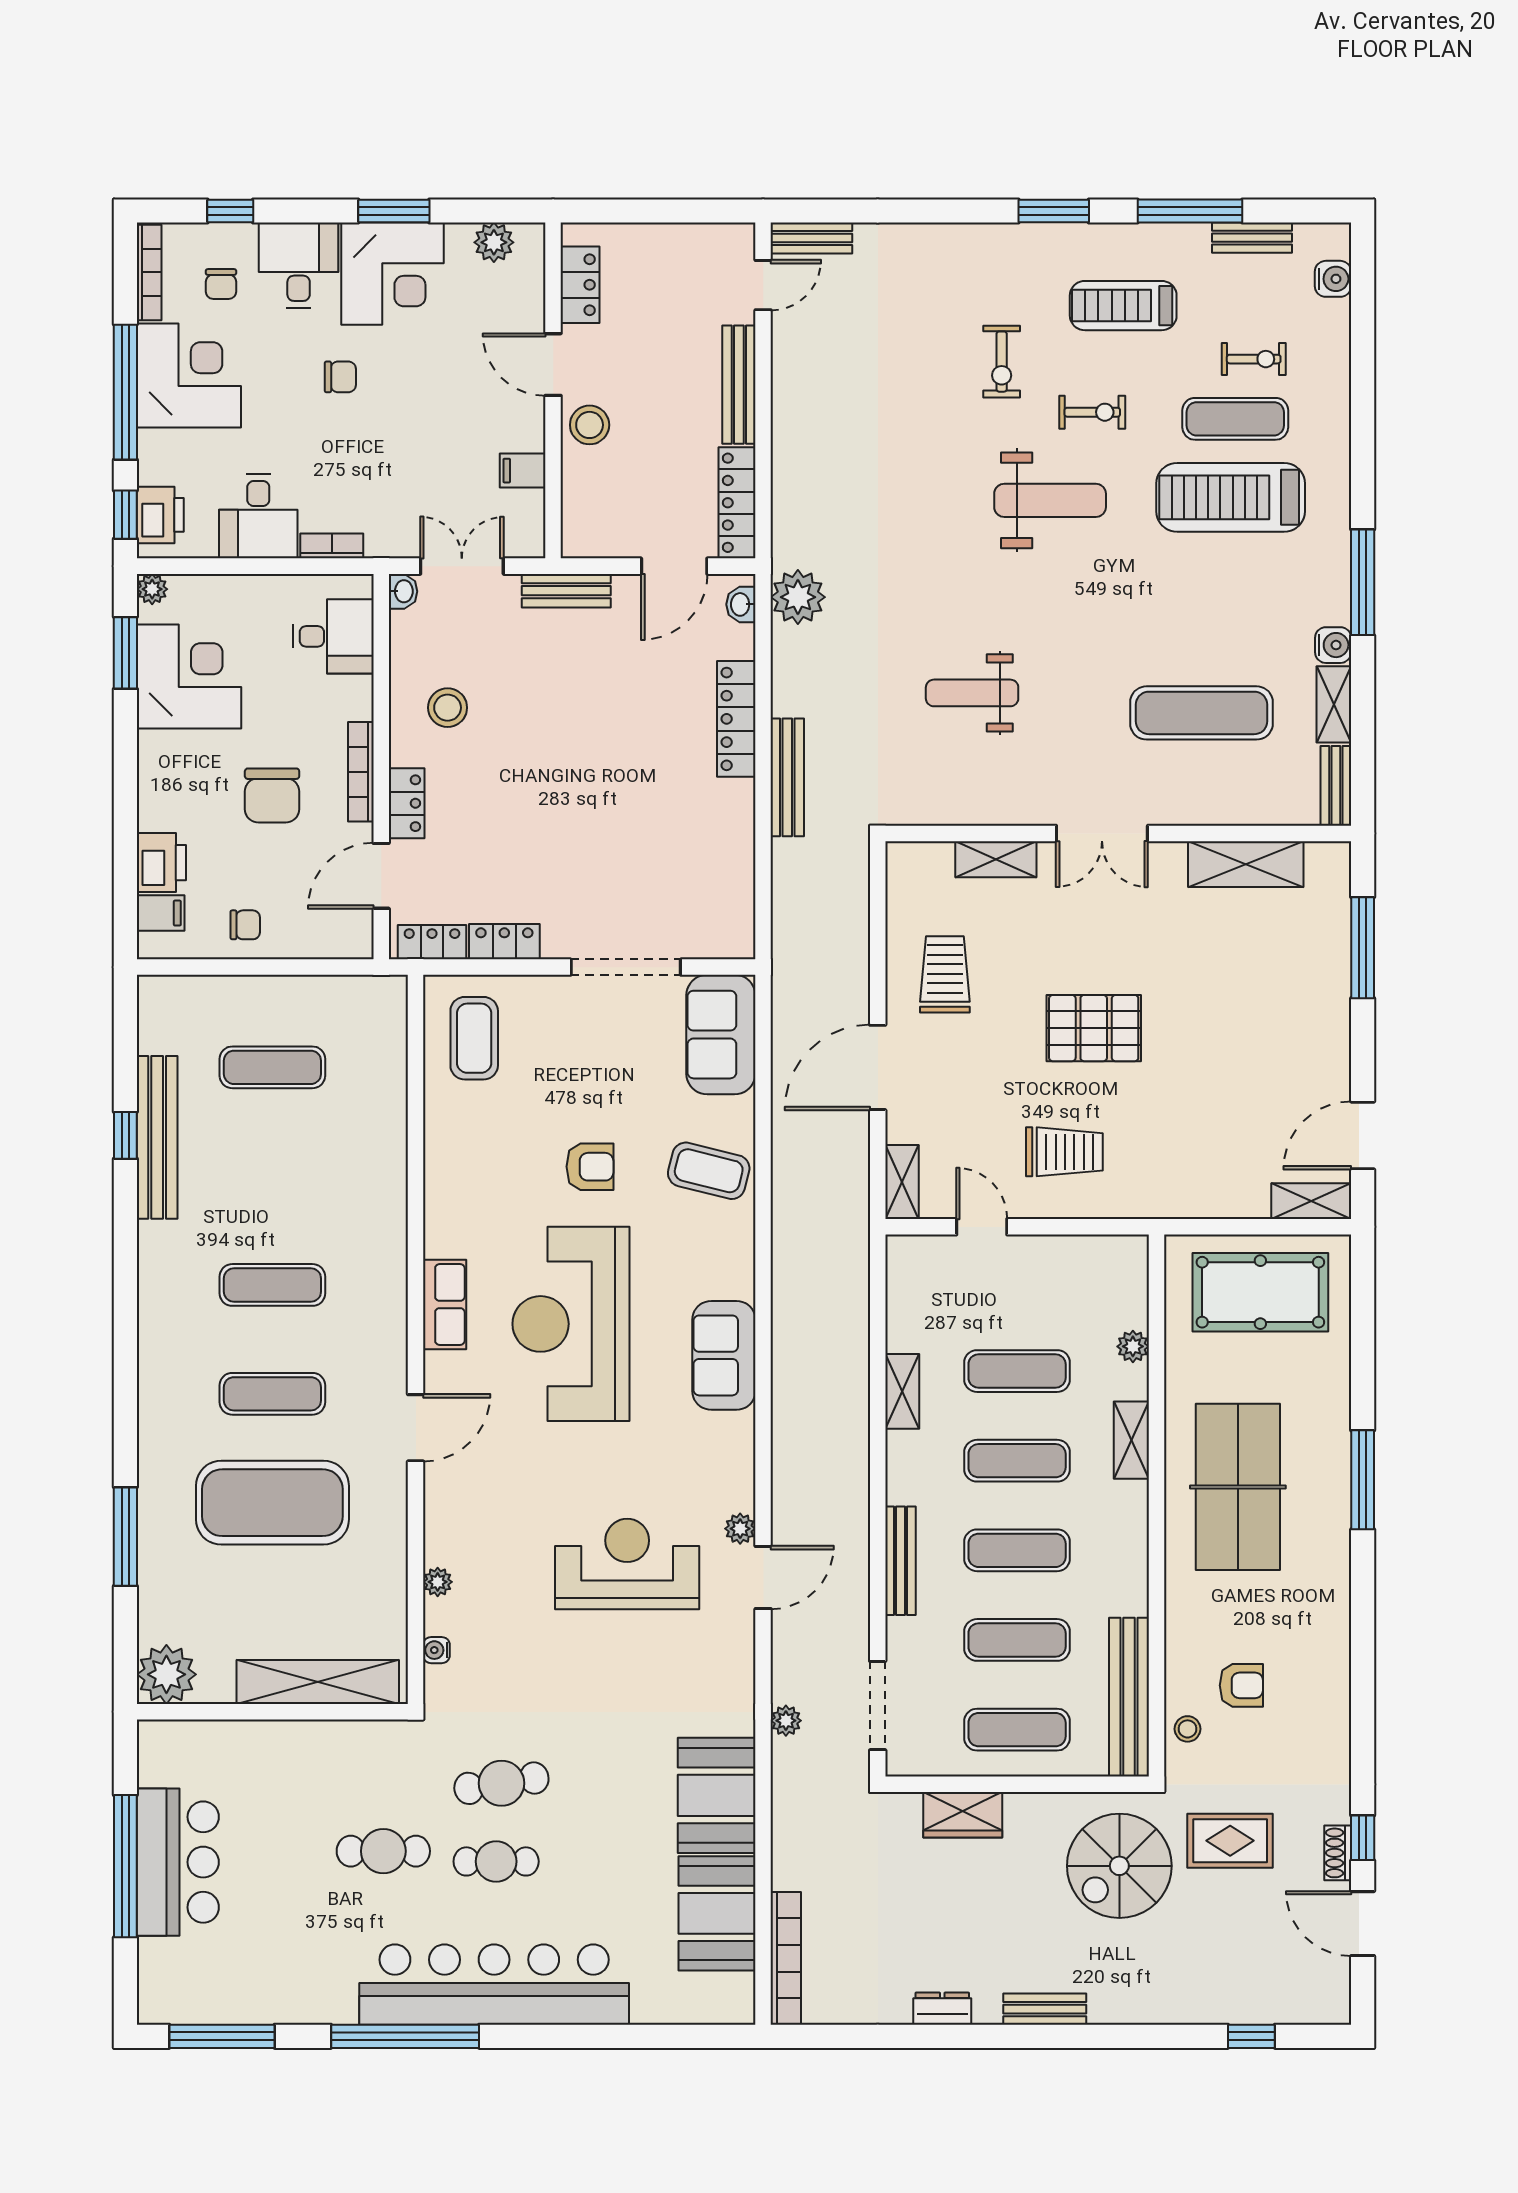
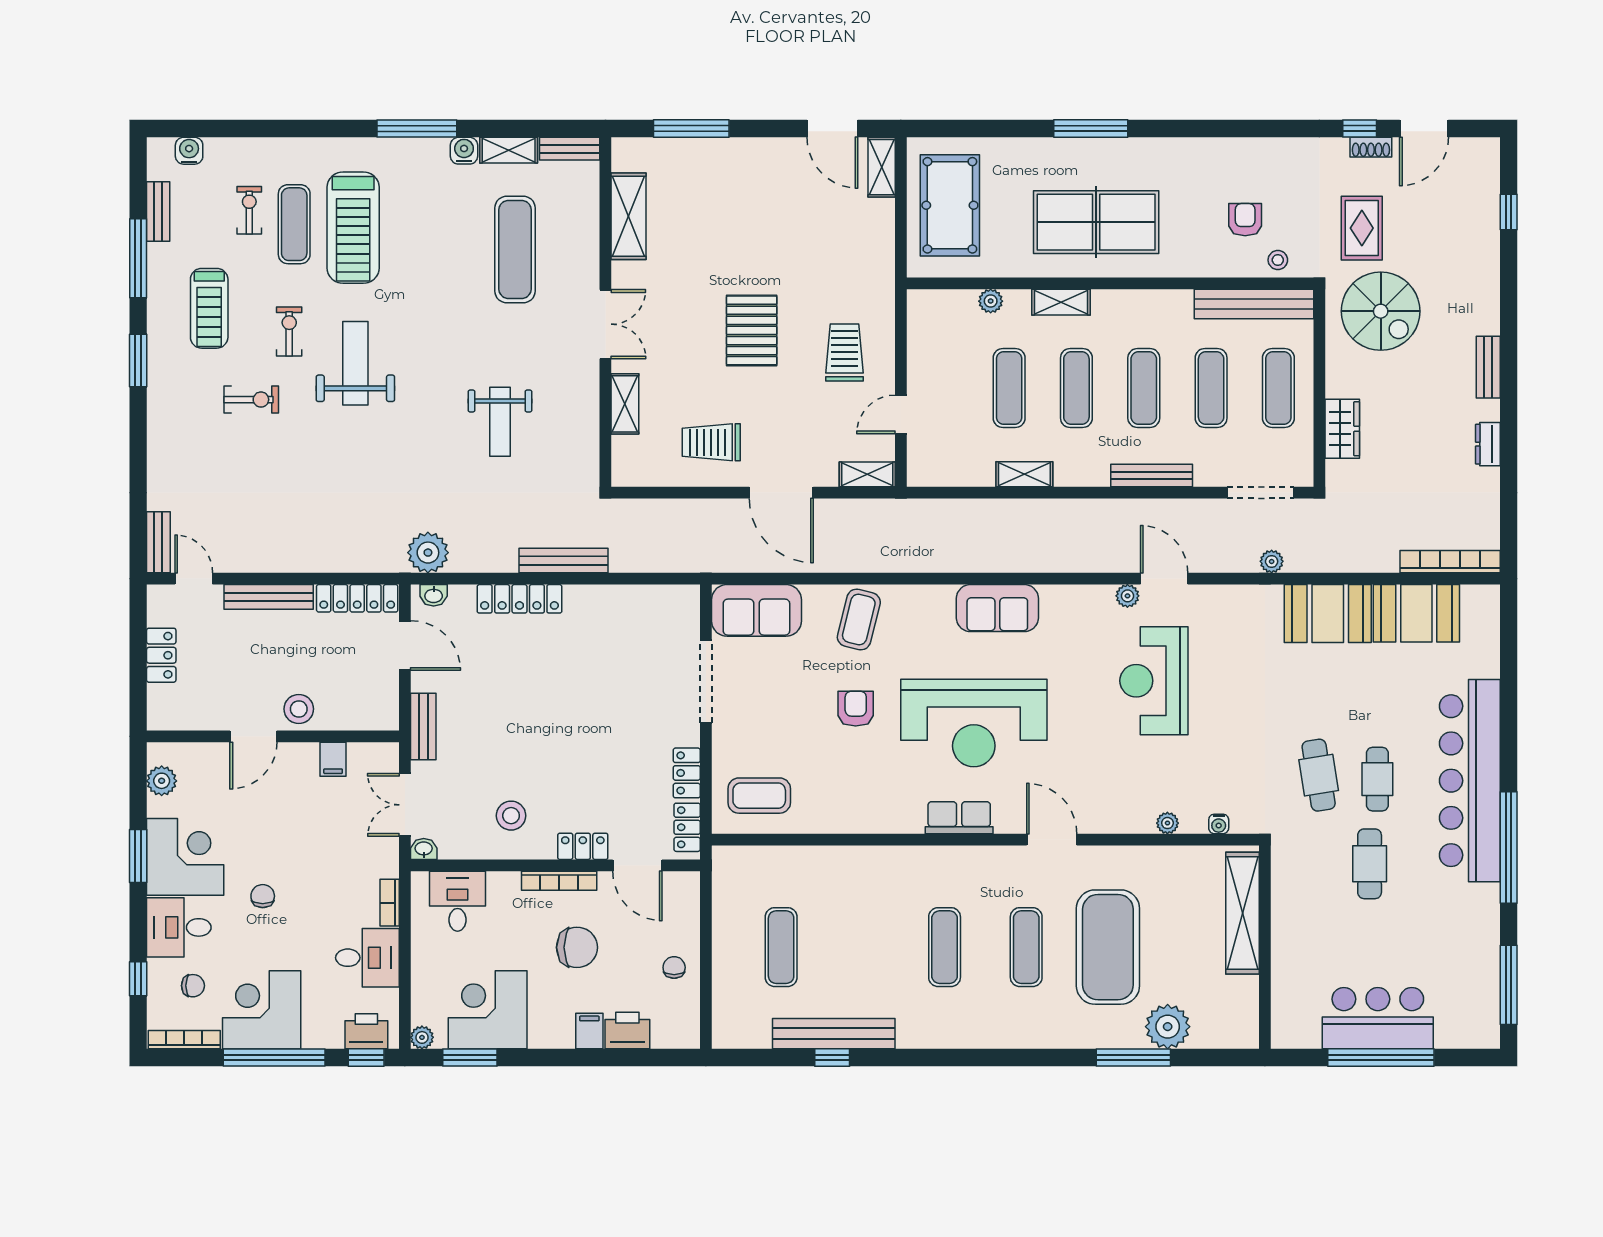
locker: (580, 285) -> (161, 655), moved, turned 90
filing cabinet: (161, 913) -> (589, 1031), moved
plant: (166, 1674) -> (1168, 1027), moved

